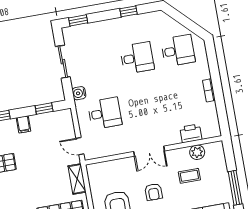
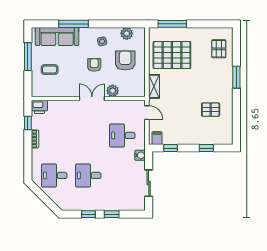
window: (78, 20) -> (112, 214), moved
window: (221, 108) -> (28, 123), added
filing cabinet: (24, 124) -> (157, 138), moved
printer: (191, 133) -> (39, 107), moved
plant: (197, 152) -> (113, 91), moved
coffee table: (189, 176) -> (50, 69), moved

